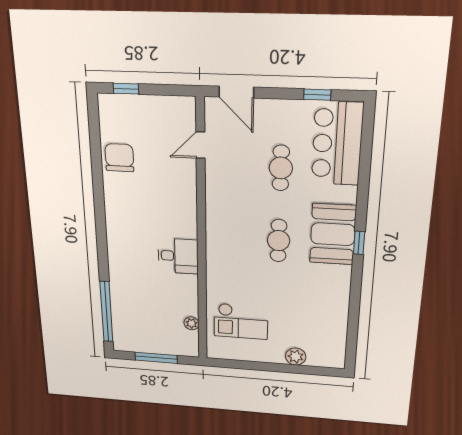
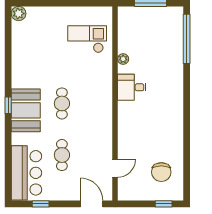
chair: (119, 158) -> (161, 172), moved
plant: (192, 323) -> (123, 59), moved
plant: (296, 357) -> (19, 14), moved

